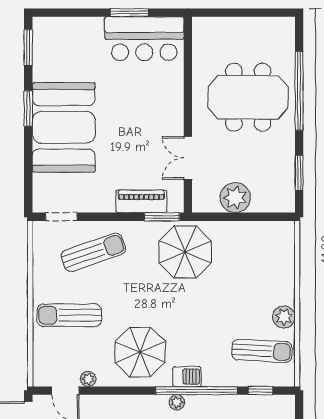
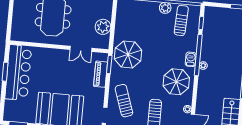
bar counter: (144, 39) -> (18, 73), width x1.36

